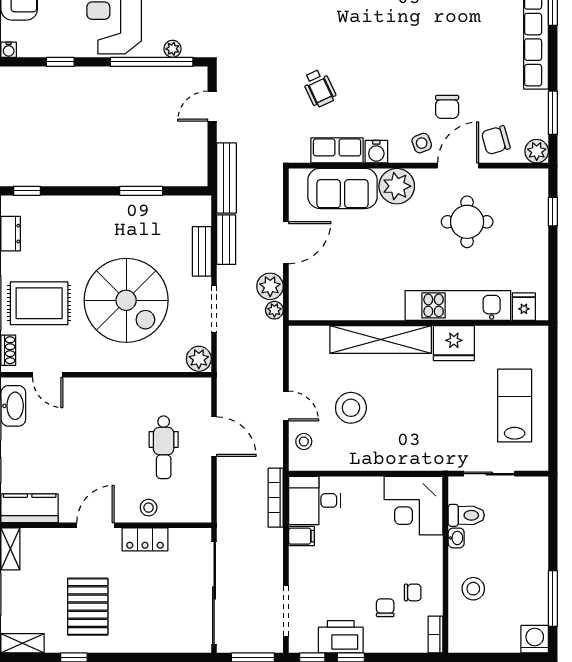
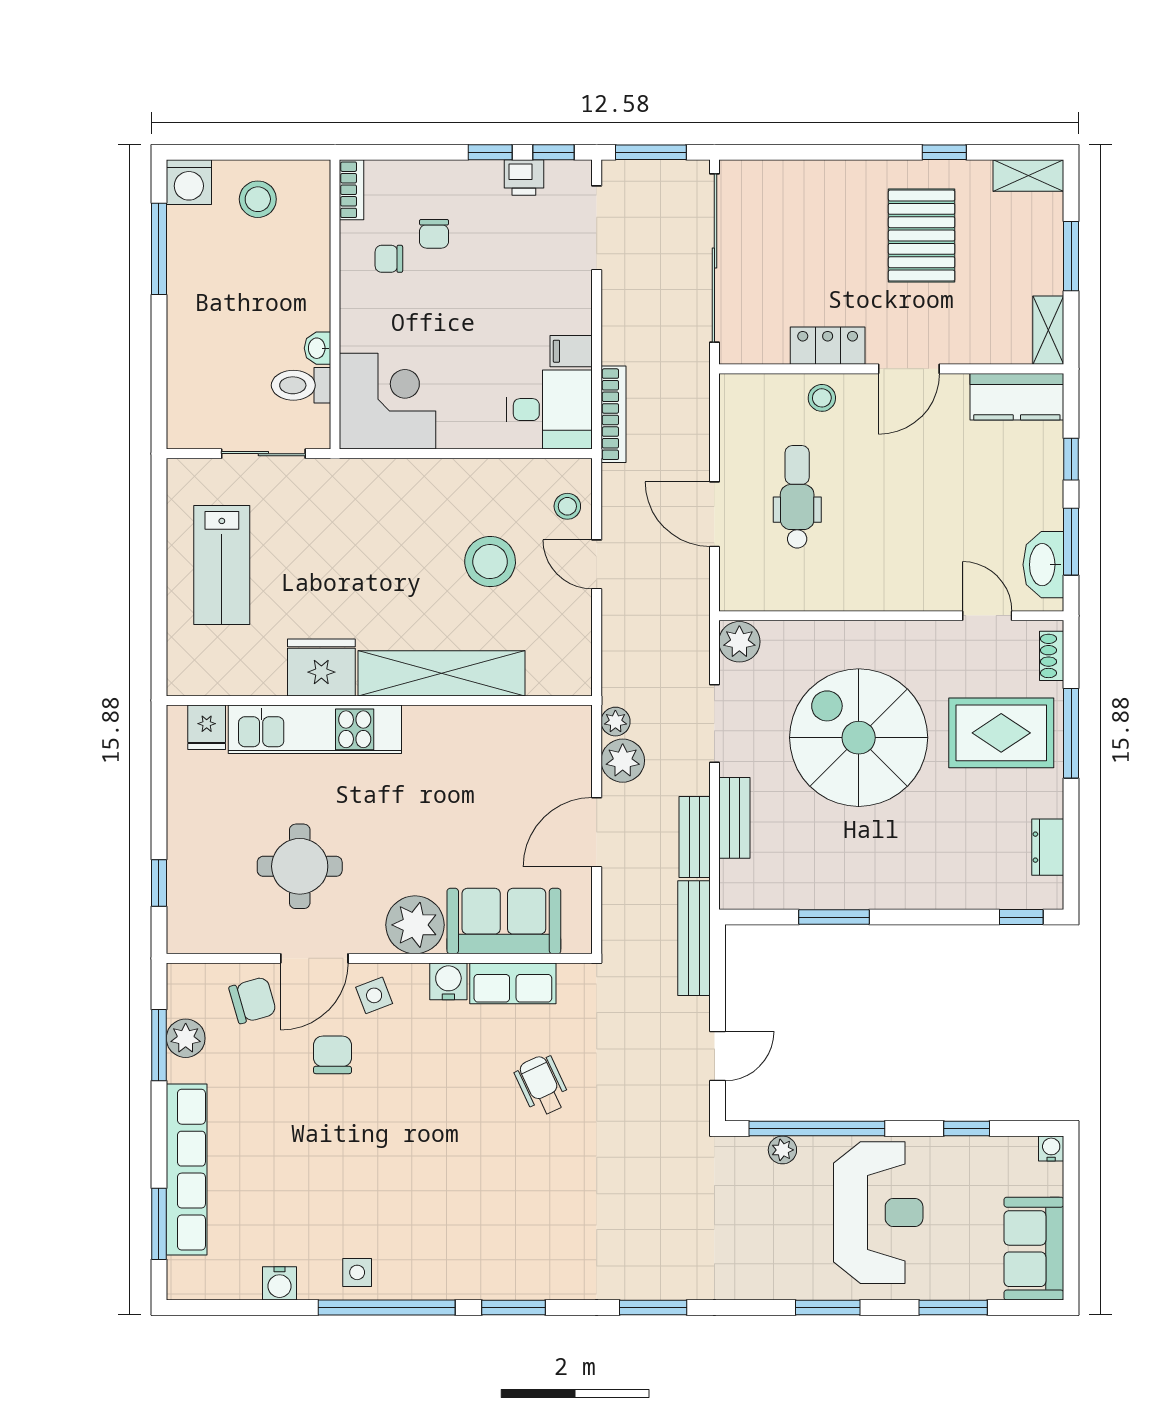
plant: (537, 151) -> (186, 1038), moved
stool: (473, 589) -> (258, 199), moved
printer: (341, 637) -> (524, 177), width x0.53, depth x0.68

